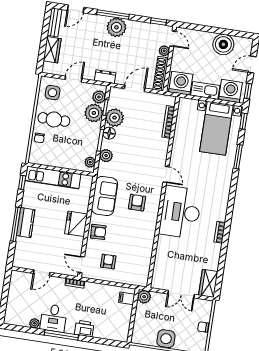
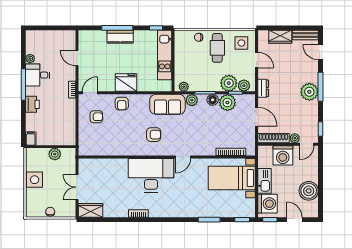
washing machine: (181, 83) -> (283, 155), moved, turned 90
bed with nightstands: (216, 128) -> (232, 178), moved
sofa: (105, 196) -> (167, 104), moved
plant: (144, 297) -> (55, 154), moved
filing cabinet: (127, 298) -> (31, 139), moved

